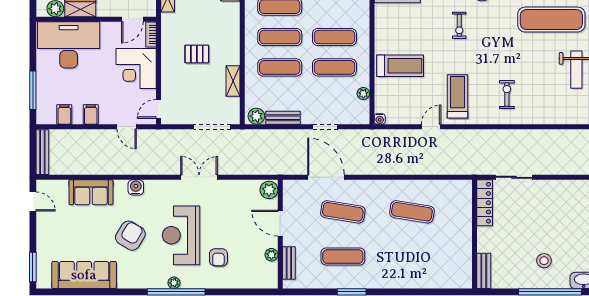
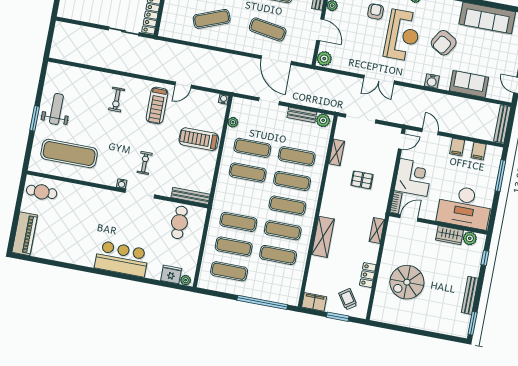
exercise mat: (412, 212) -> (212, 19), turned -30

